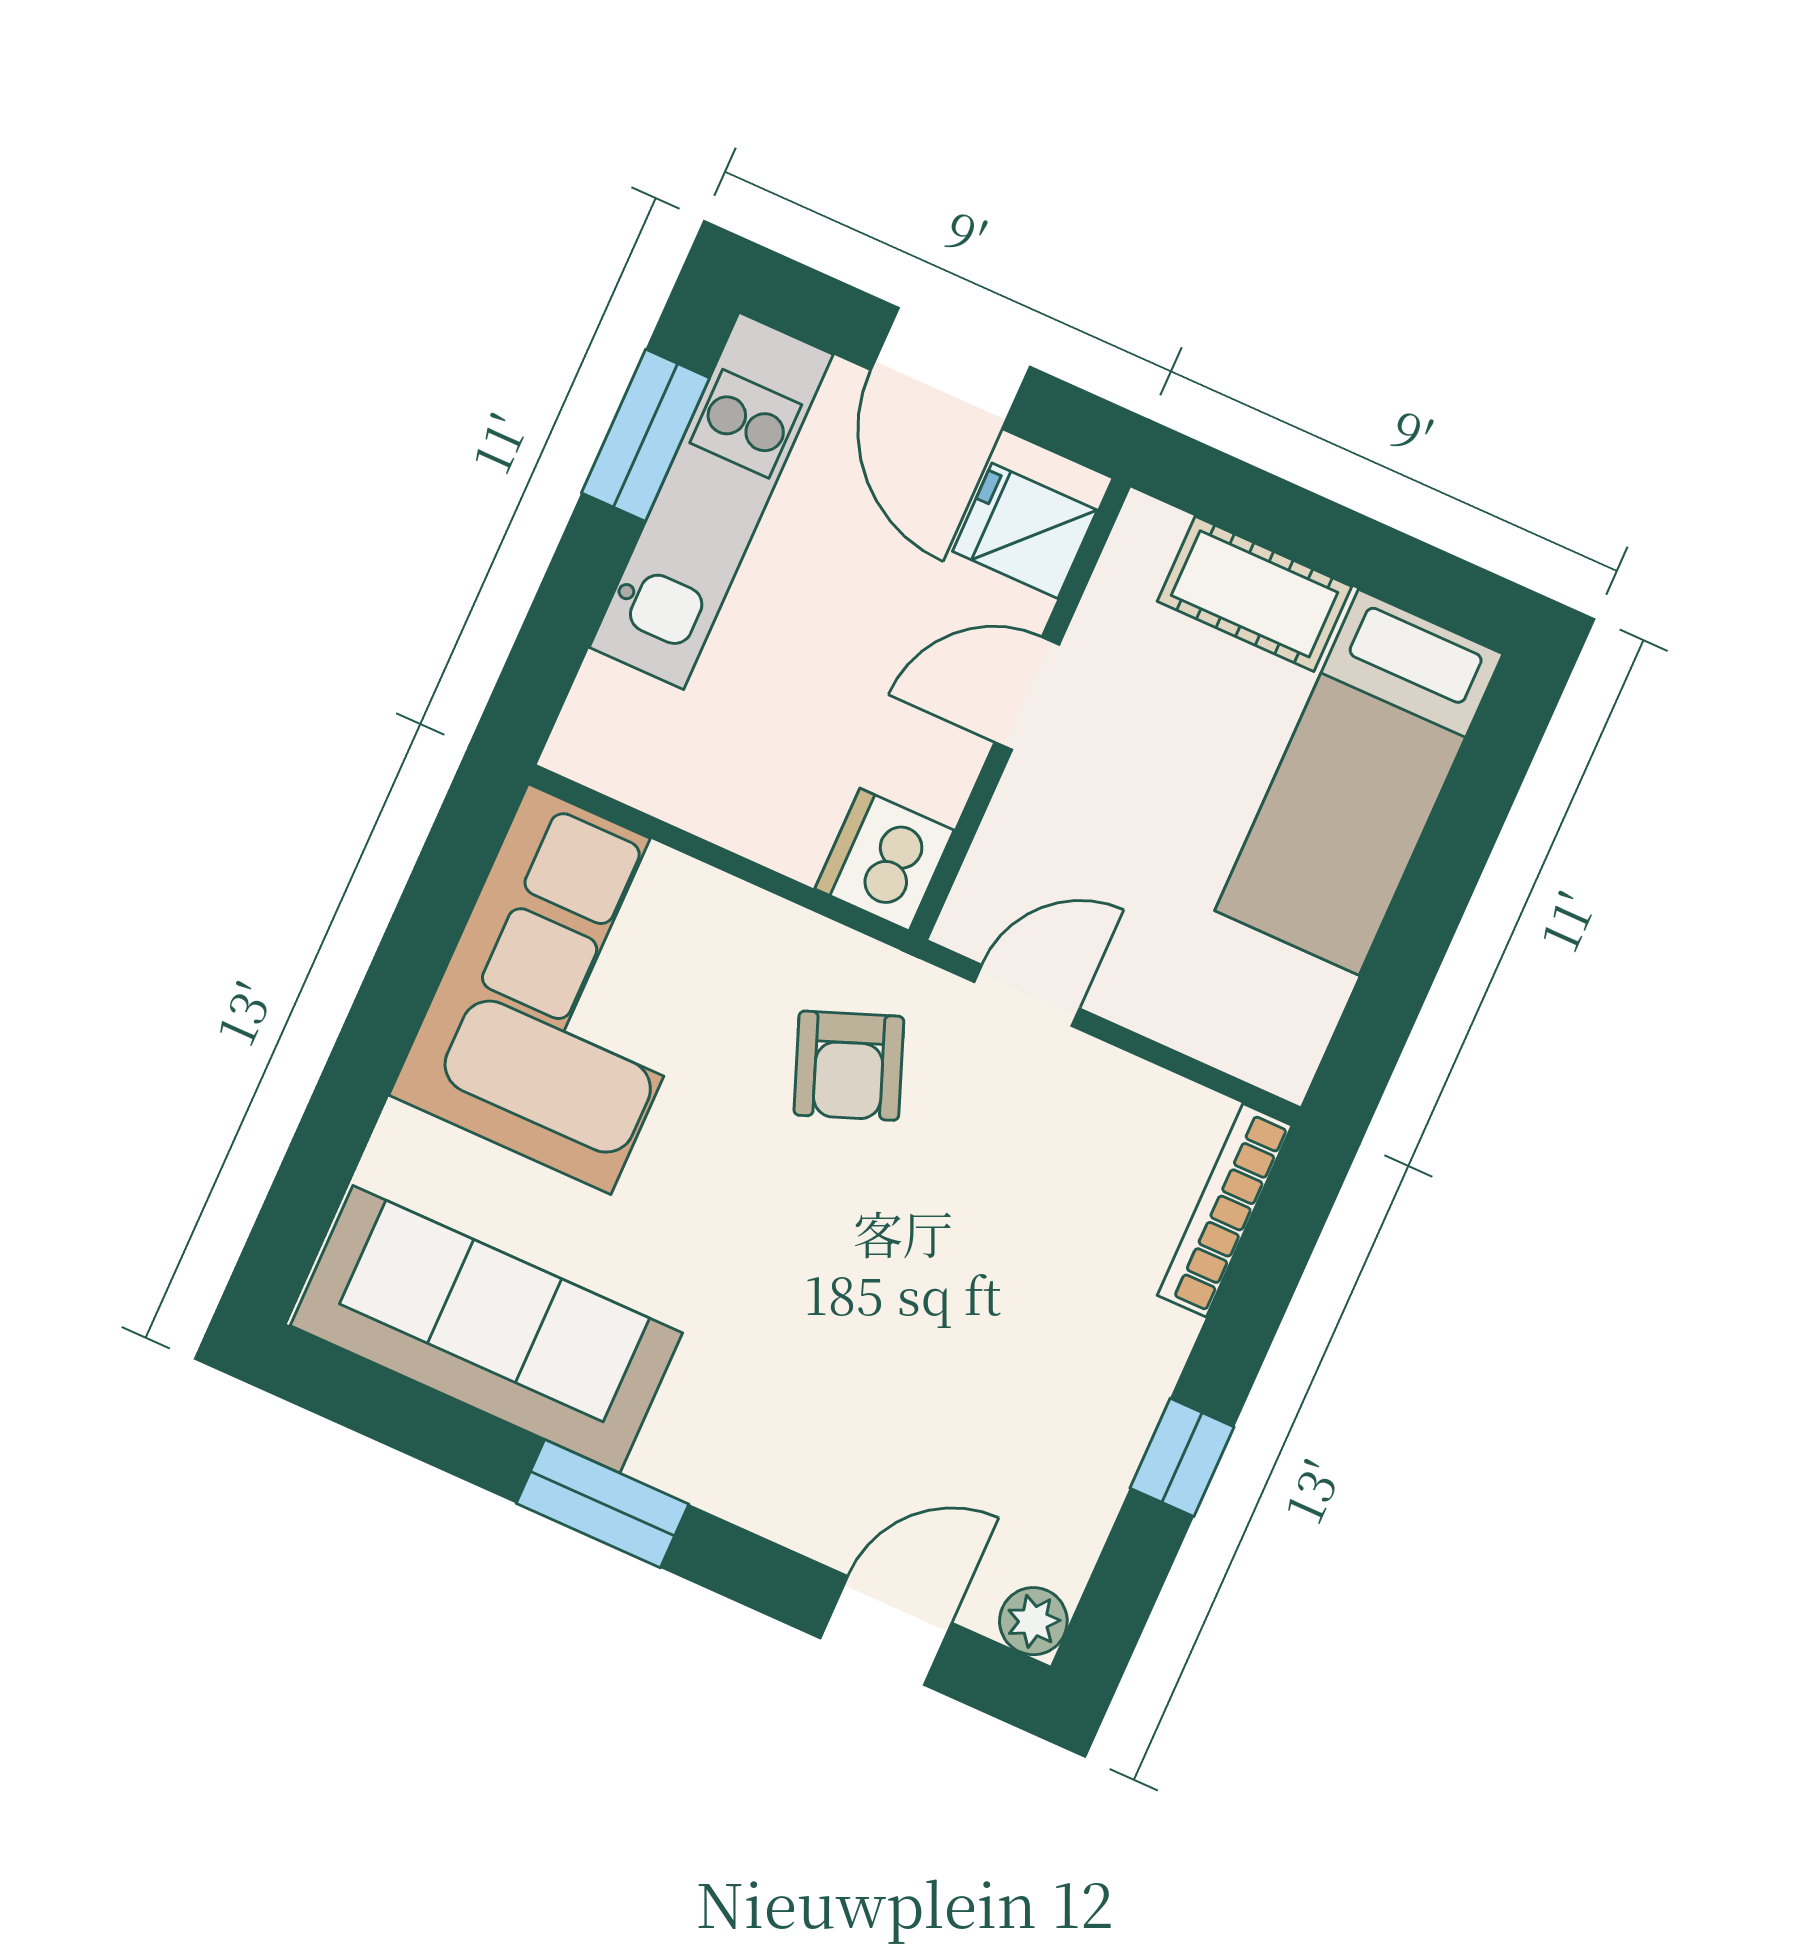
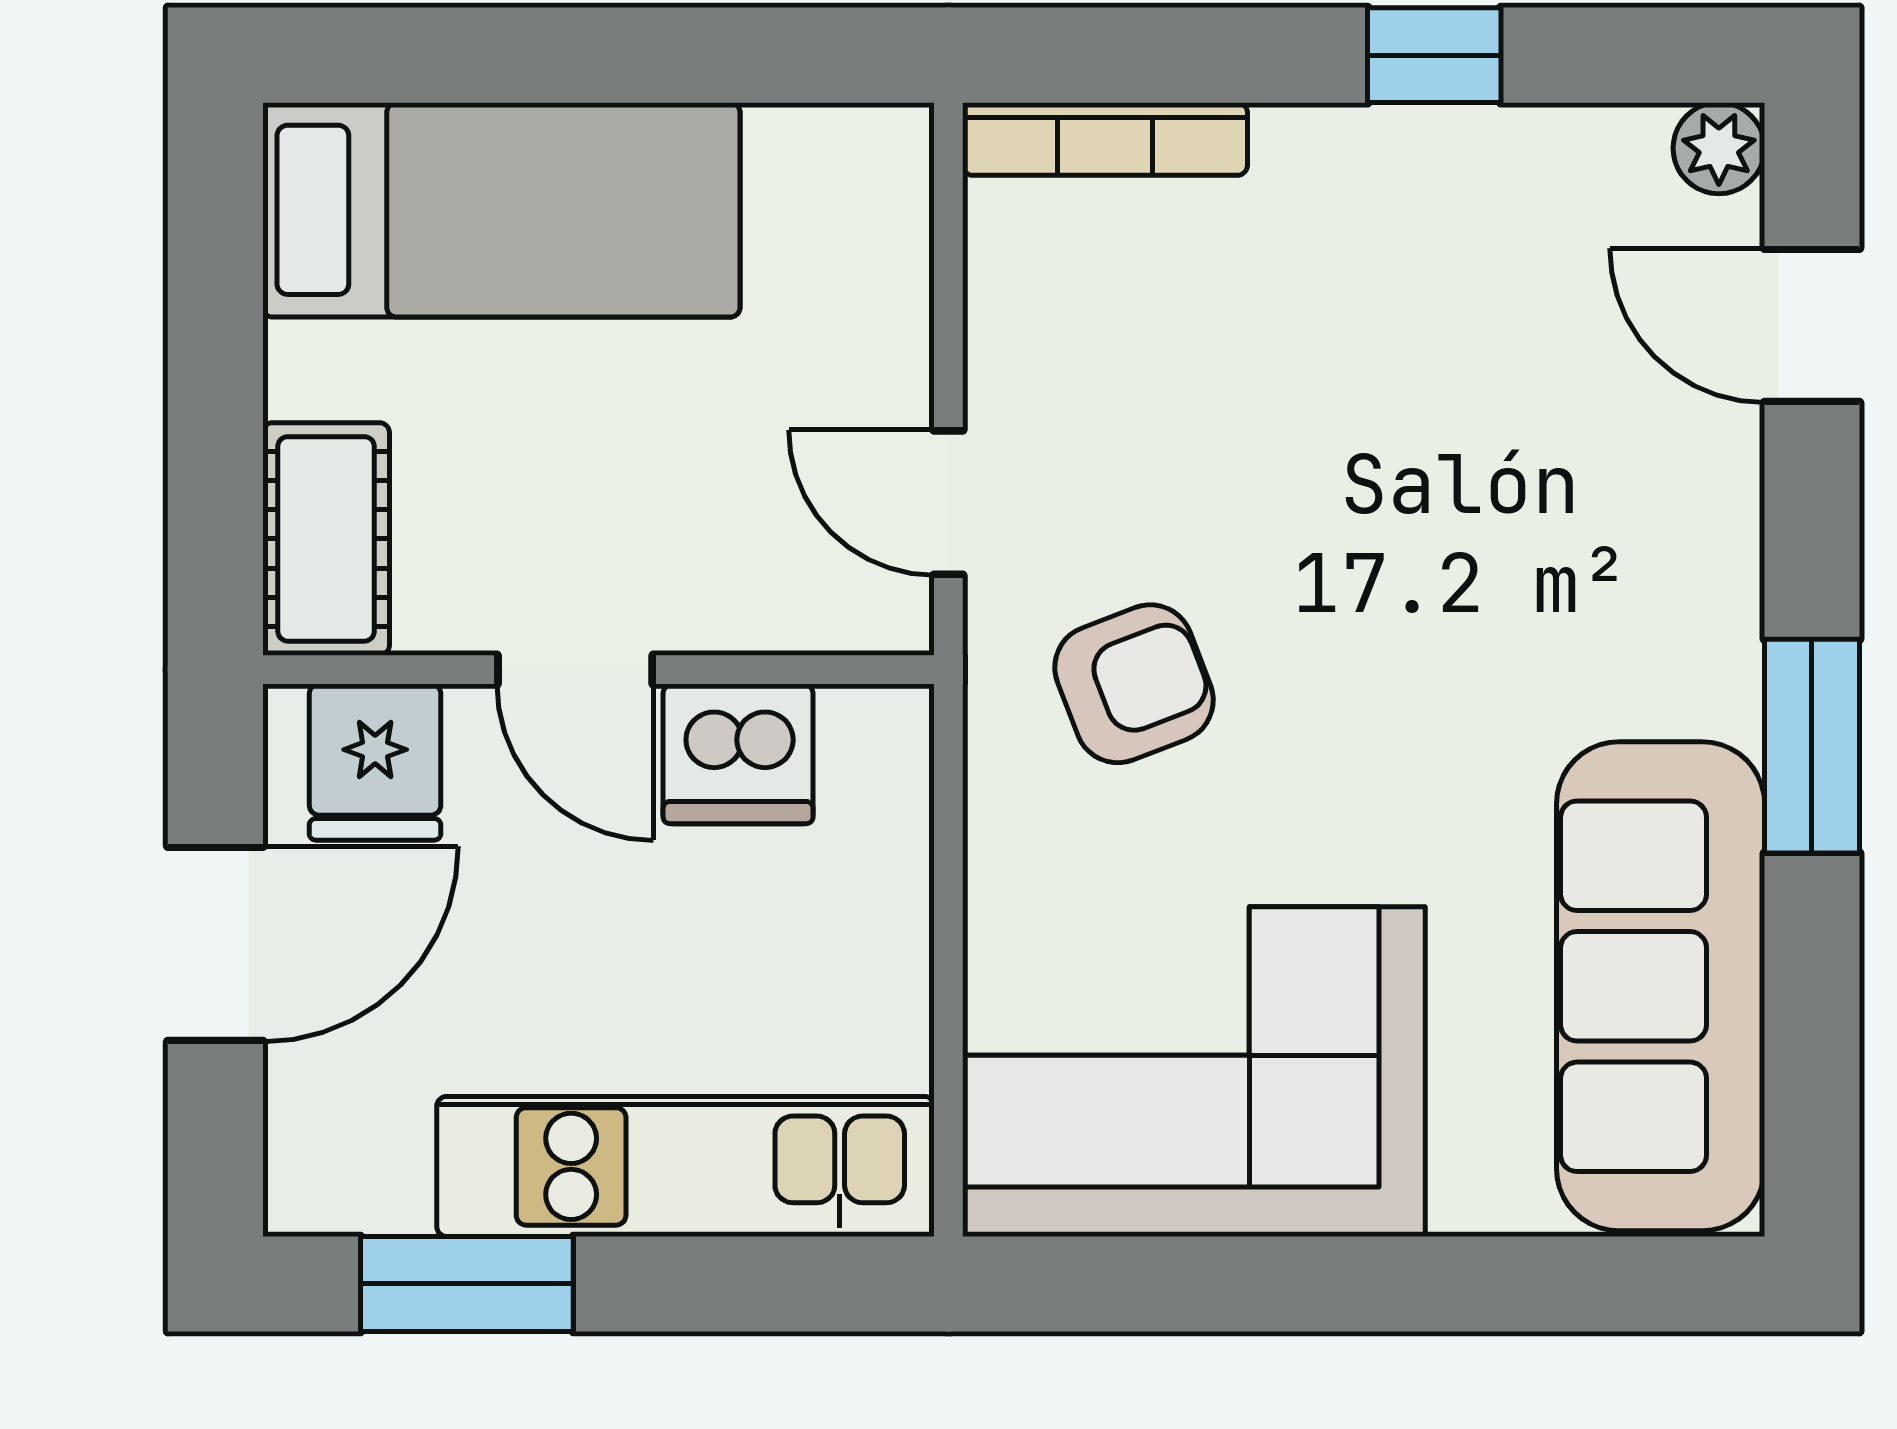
kitchen unit: (711, 501) -> (685, 1166), moved
cot: (1255, 594) -> (326, 539), moved
dishwasher: (884, 860) -> (738, 754), moved

